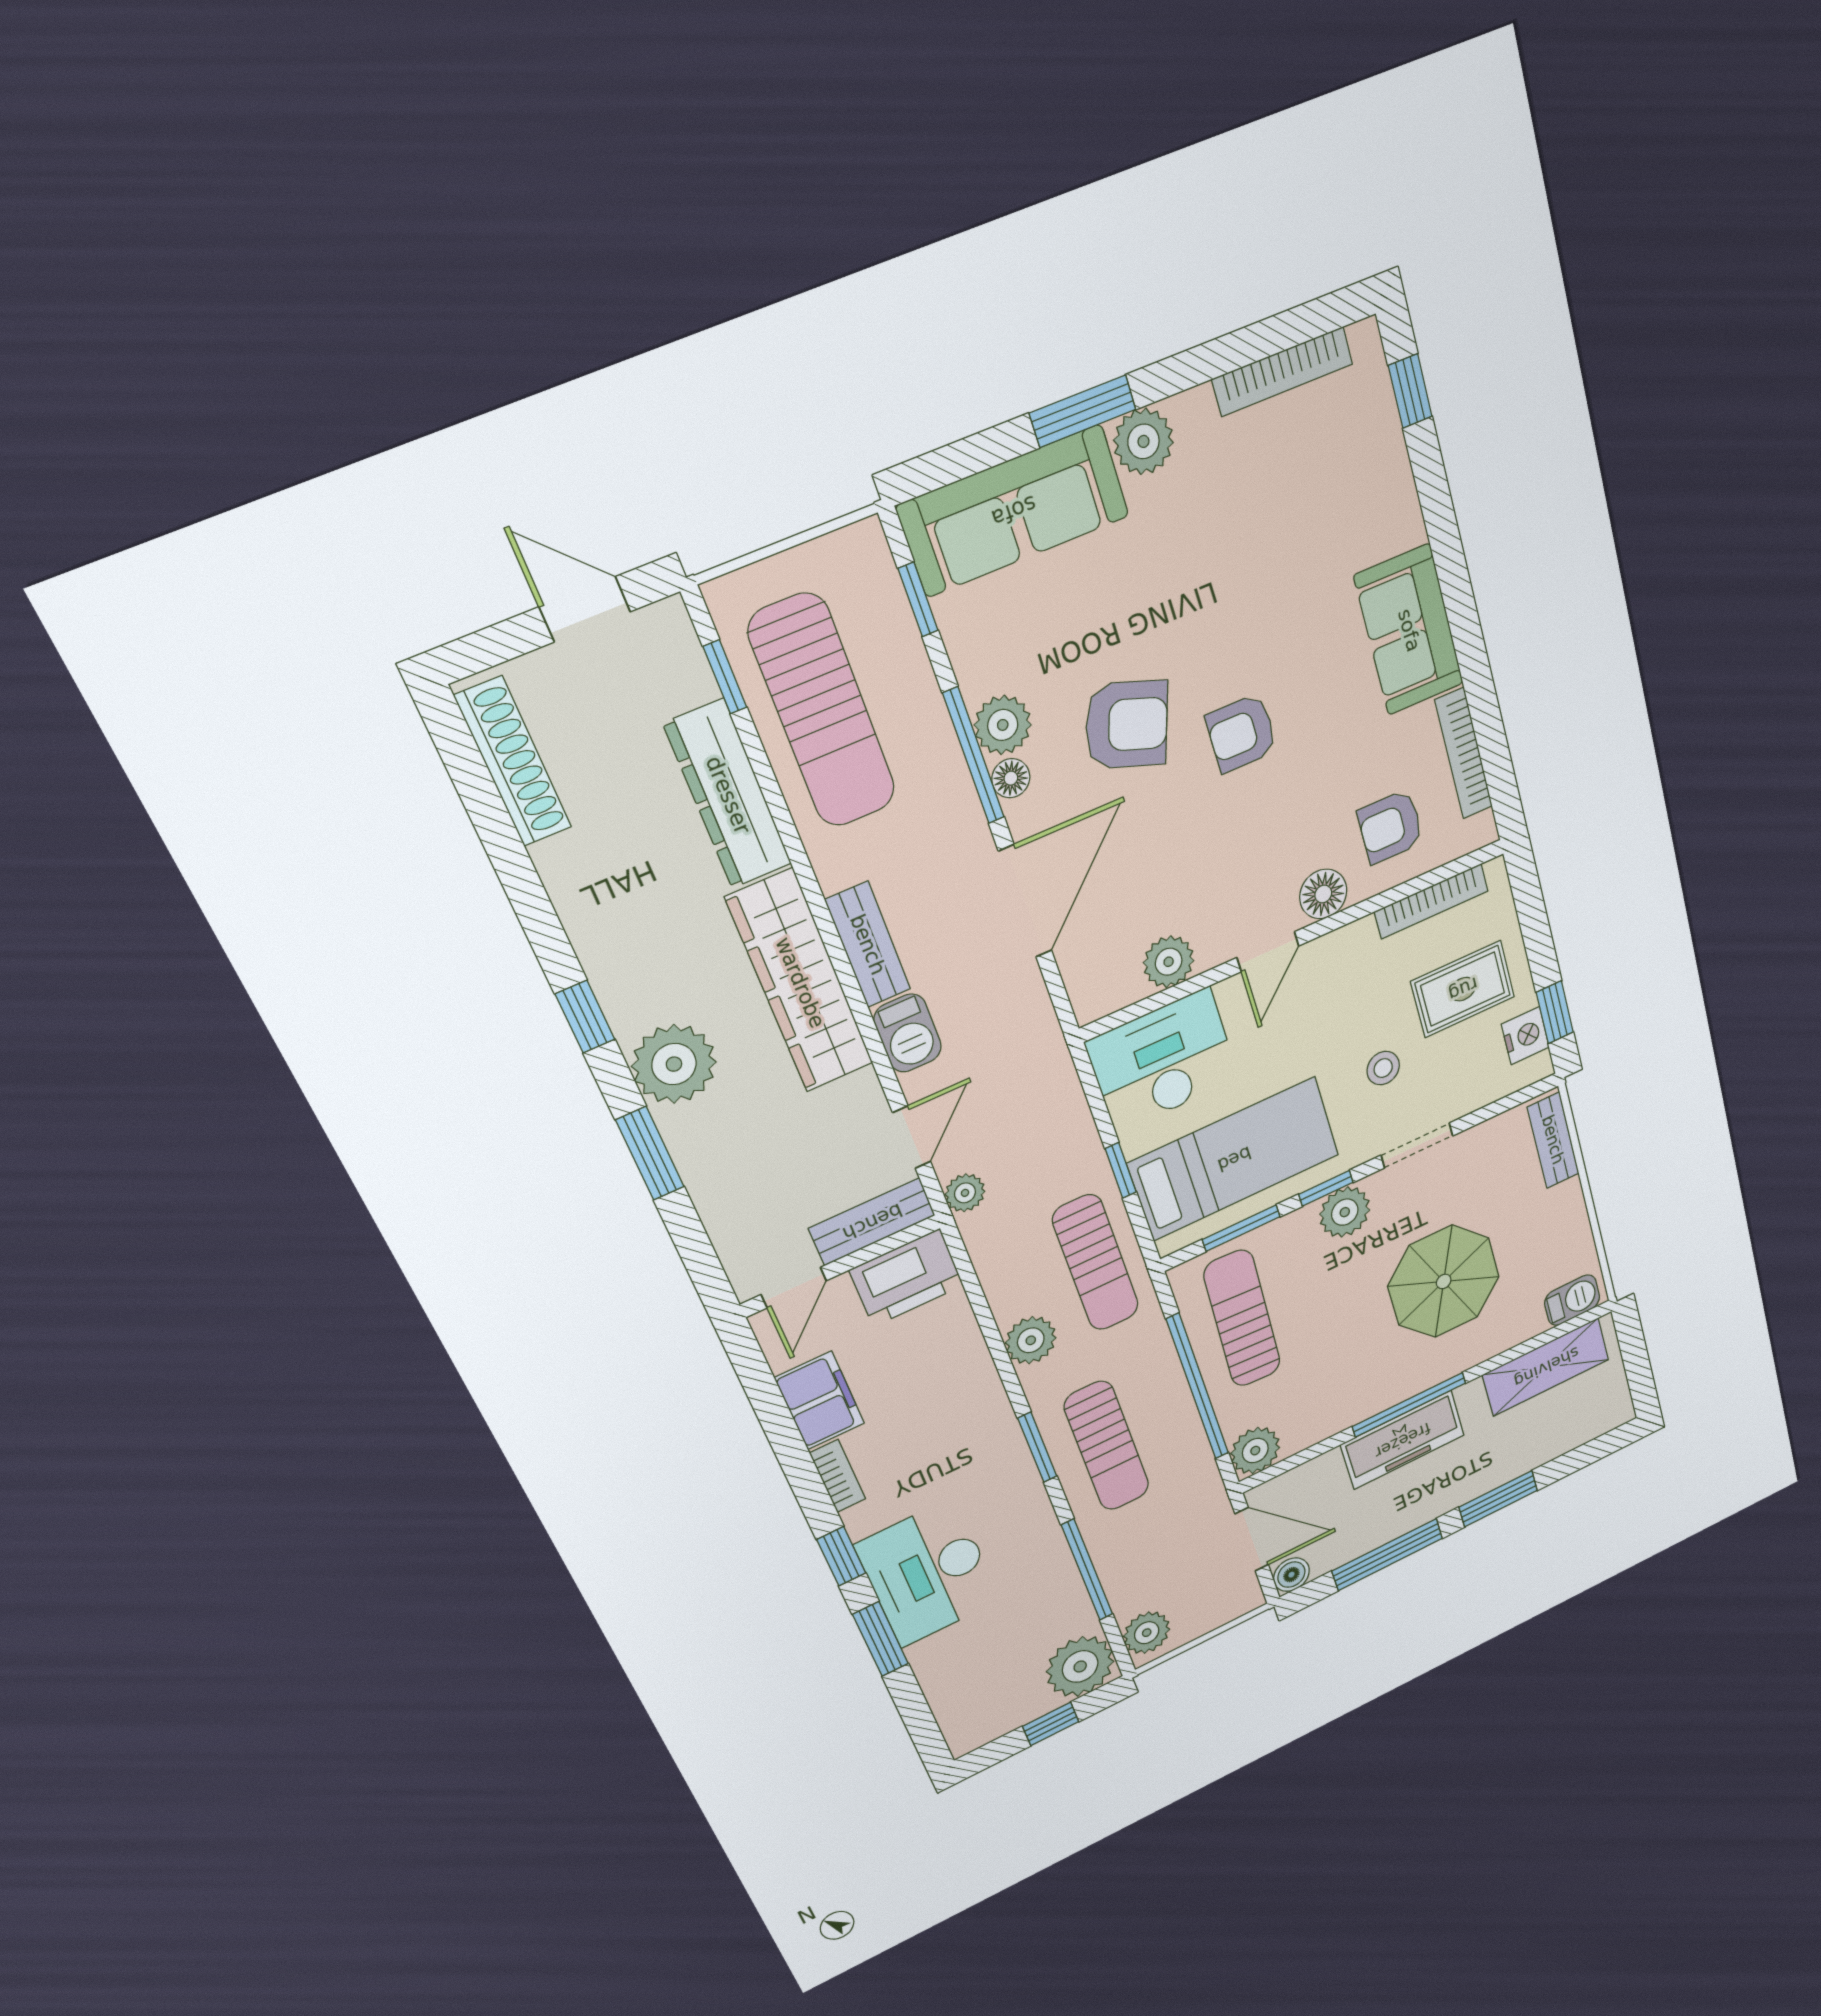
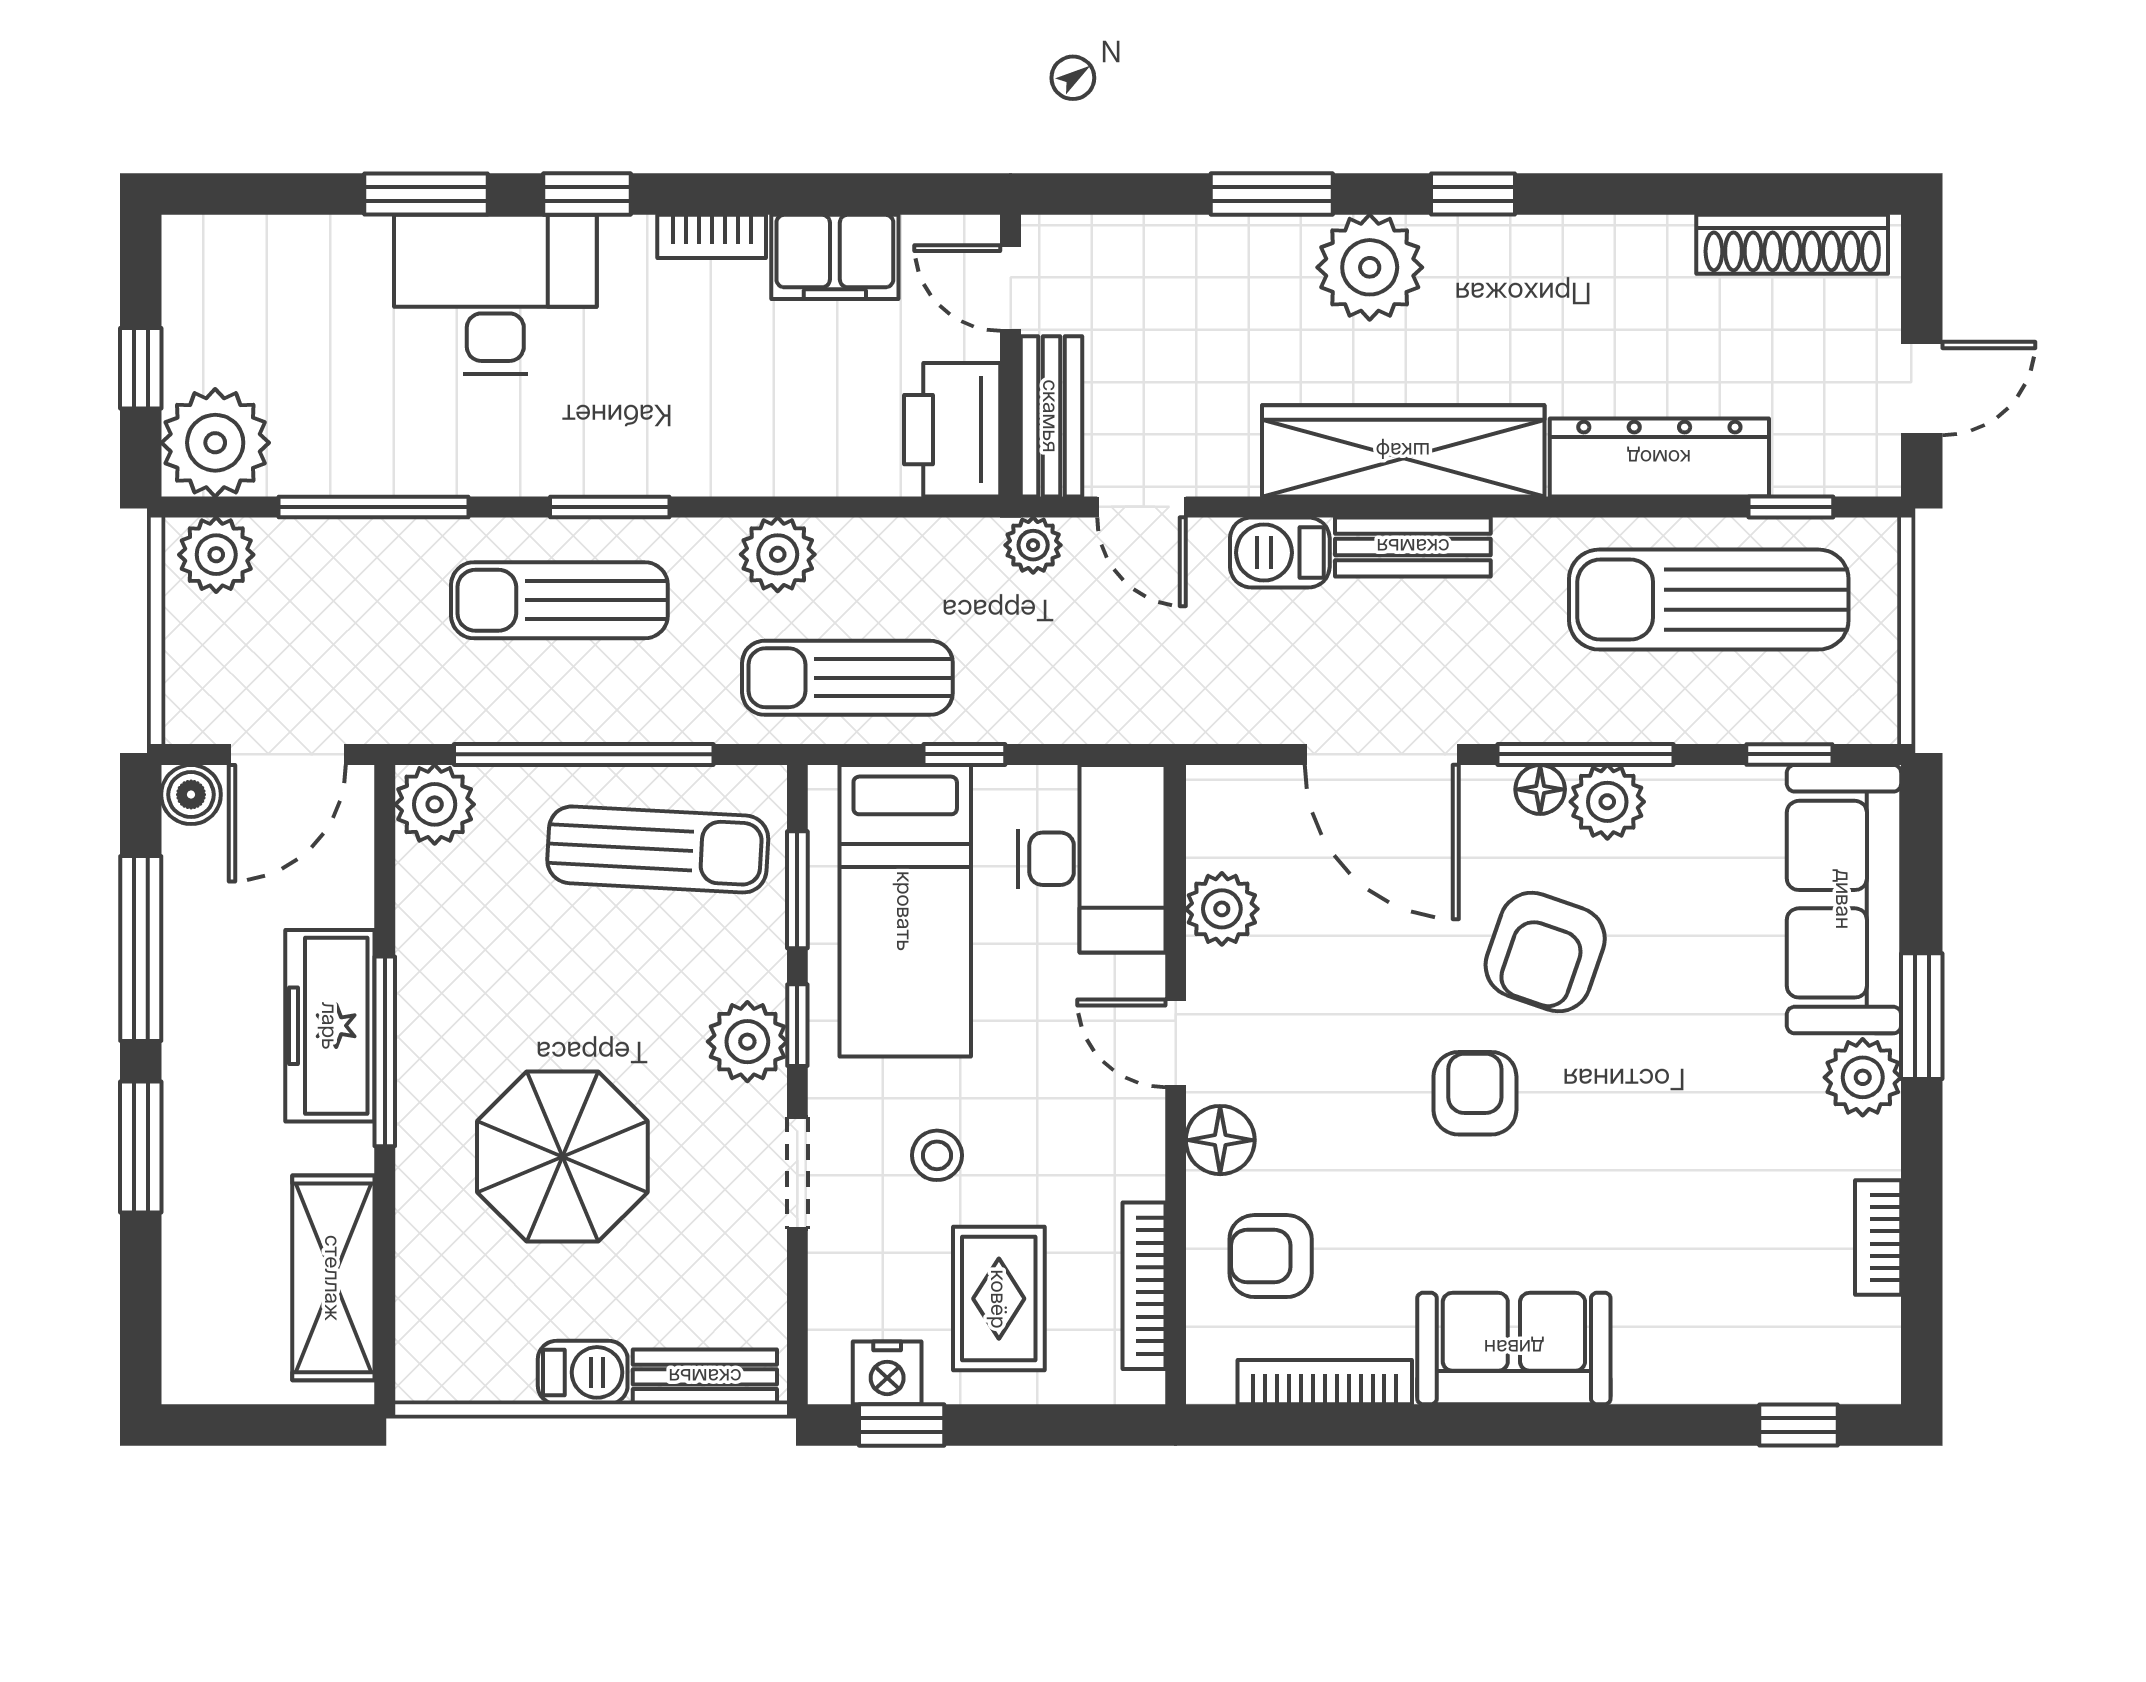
bookcase: (1282, 372) -> (1878, 1237), width x0.64
armchair: (1390, 827) -> (1271, 1256), turned -90
barbecue: (1572, 1300) -> (583, 1372), moved, turned -90

